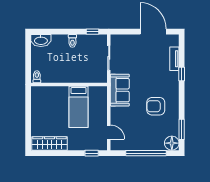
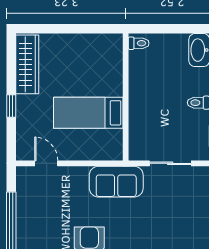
door: (109, 132) -> (46, 163), swing flipped
window: (92, 153) -> (11, 106), moved

